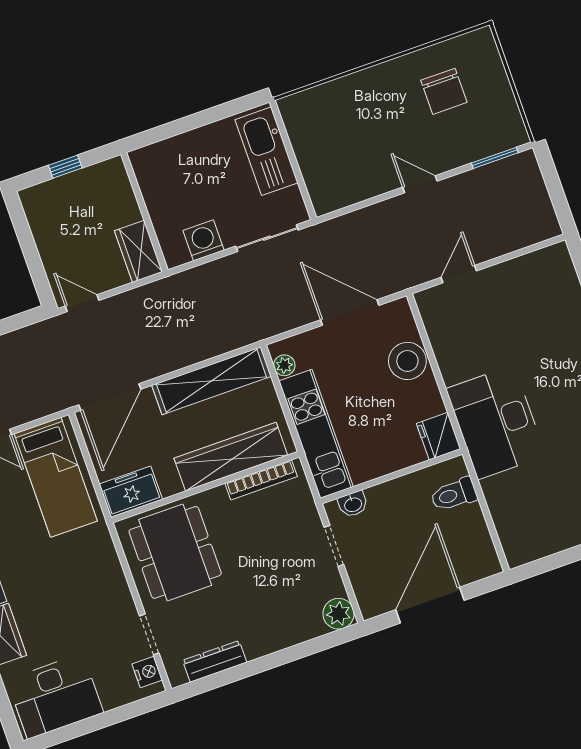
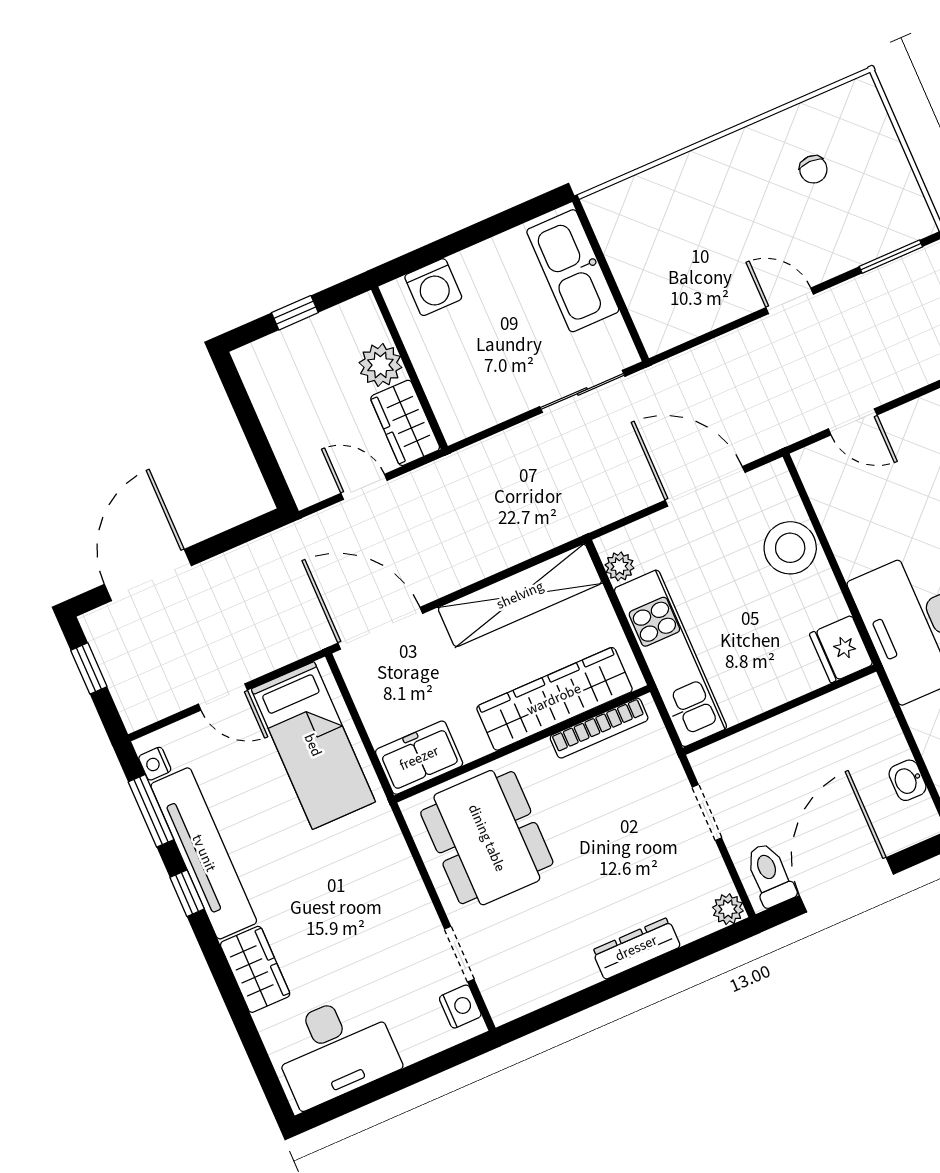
chair: (444, 91) -> (813, 169), width x0.54, depth x0.54
plant: (124, 209) -> (380, 365), added
washing machine: (204, 240) -> (433, 287), moved, turned 180
door: (459, 274) -> (853, 422), swing flipped
door: (82, 303) -> (364, 487), moved
door: (110, 397) -> (380, 628), swing flipped
toilet: (454, 495) -> (770, 875), moved, turned 90
washbasin: (353, 504) -> (908, 780), moved, turned 90
plant: (338, 614) -> (728, 909), width x0.73, depth x0.73
dresser: (215, 661) -> (636, 948), moved

